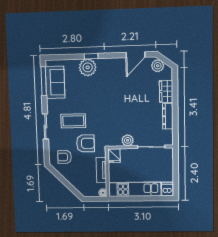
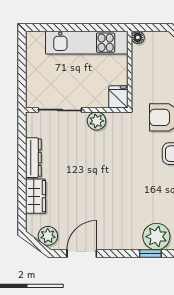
tv unit: (101, 170) -> (139, 74), removed
dishwasher: (167, 189) -> (35, 42), removed

